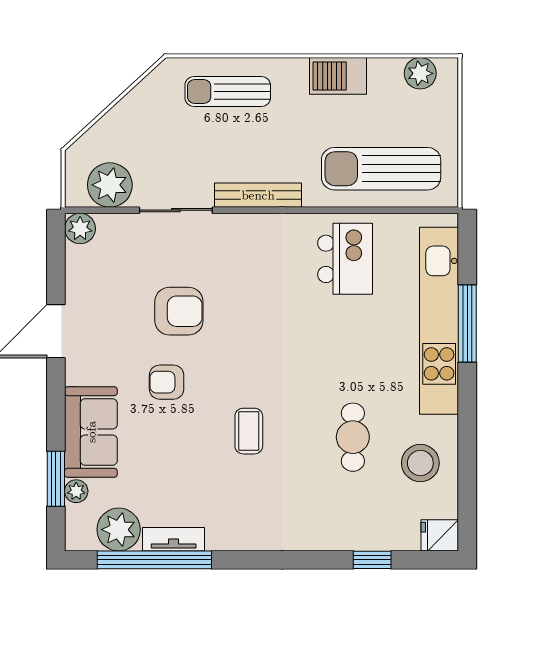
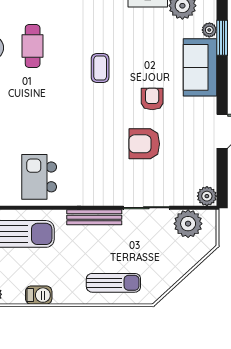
barbecue: (338, 76) -> (39, 295), width x0.73, depth x0.79
armchair: (167, 382) -> (152, 99), turned -90
cafe table: (353, 437) -> (33, 46), moved

